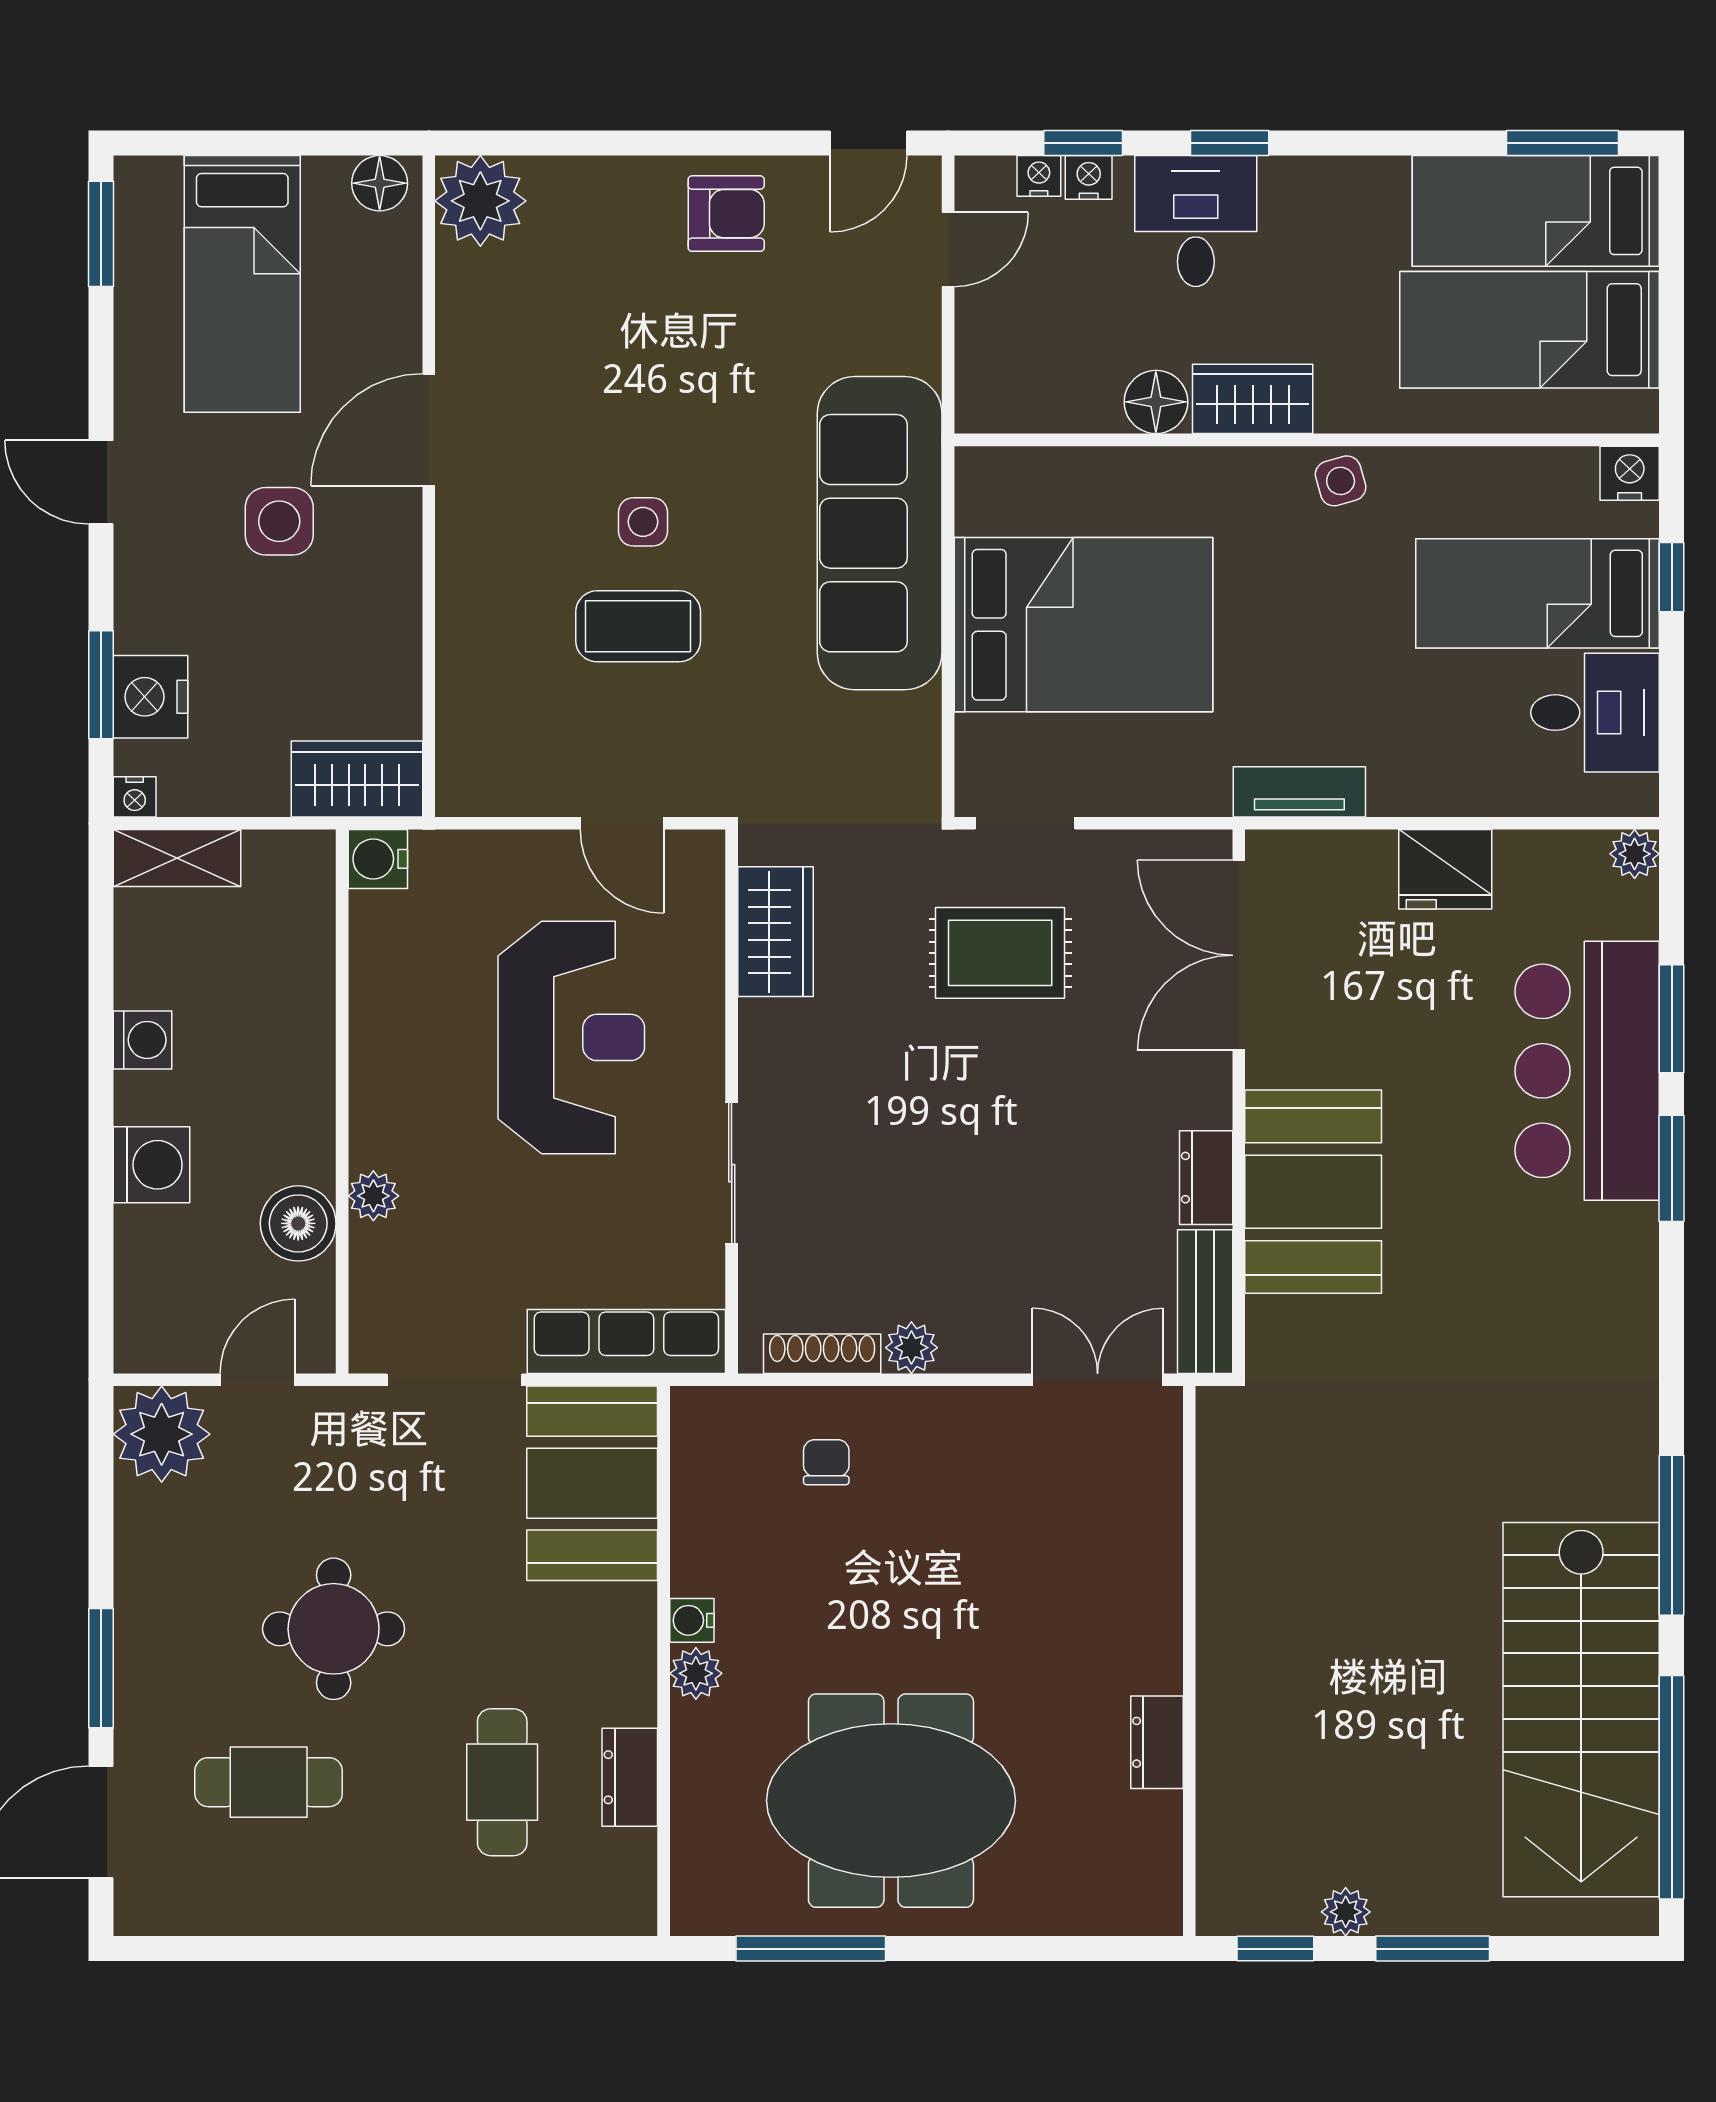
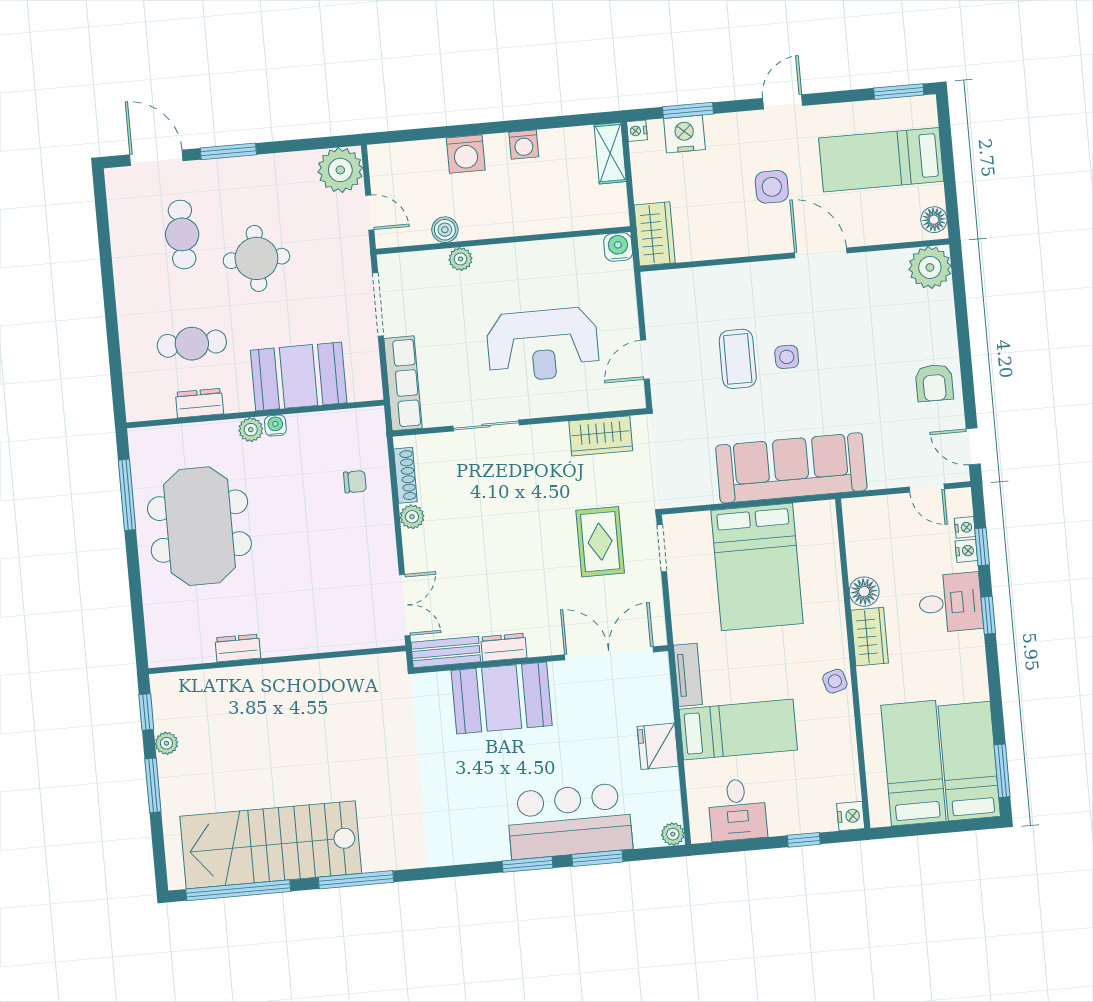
bed: (1537, 593) -> (738, 730), moved, turned 90
boiler: (298, 1223) -> (445, 230), width x0.73, depth x0.73
booth: (592, 1483) -> (299, 376), moved

